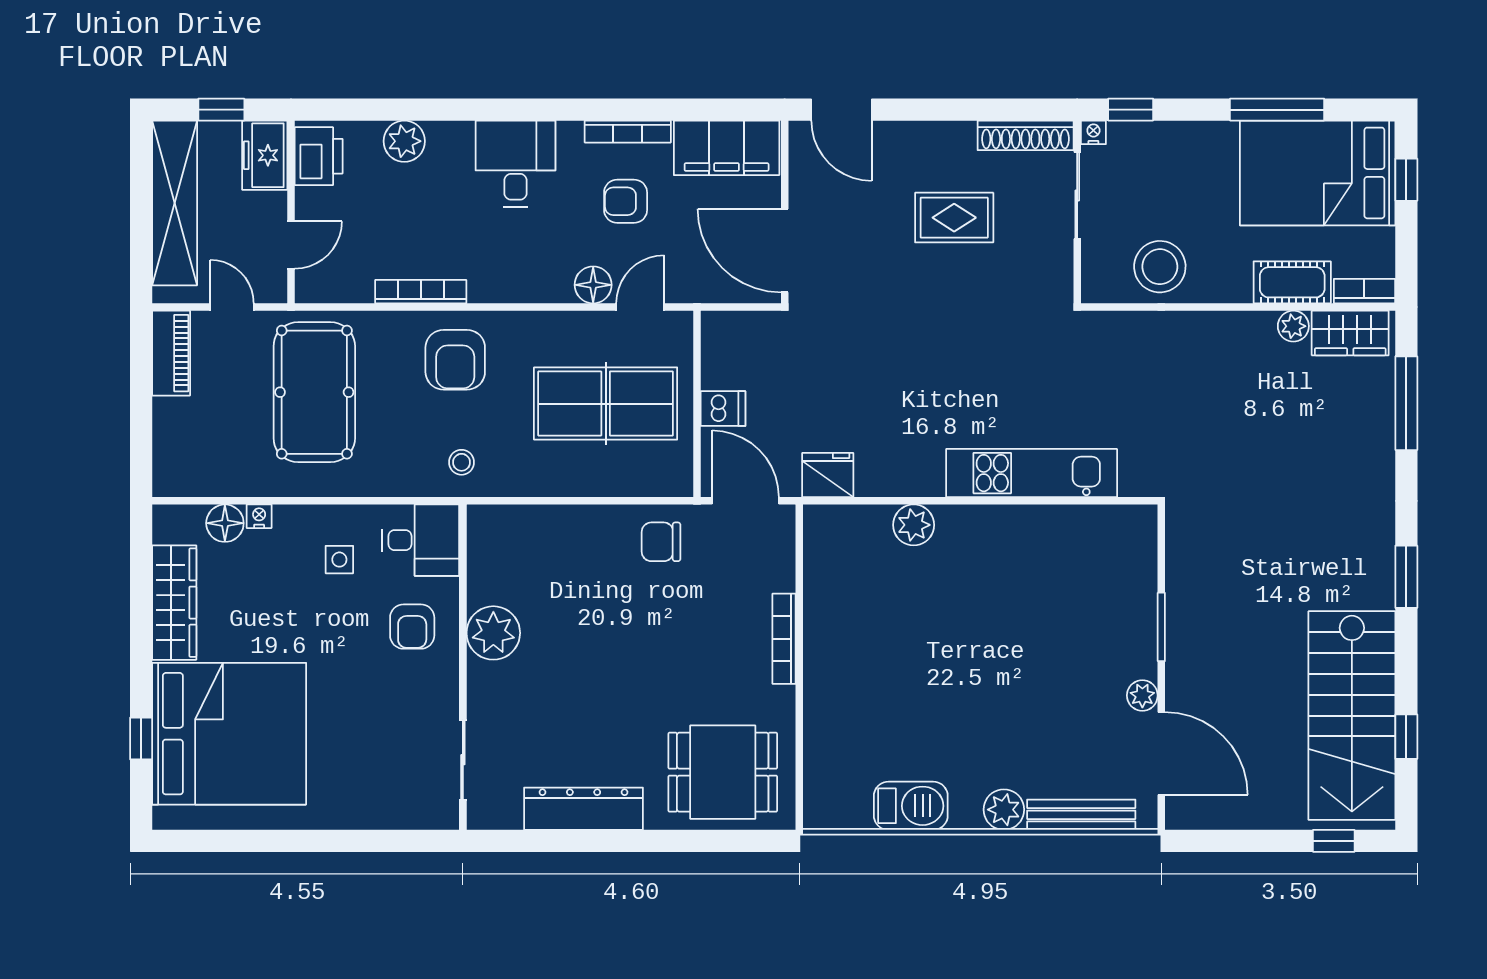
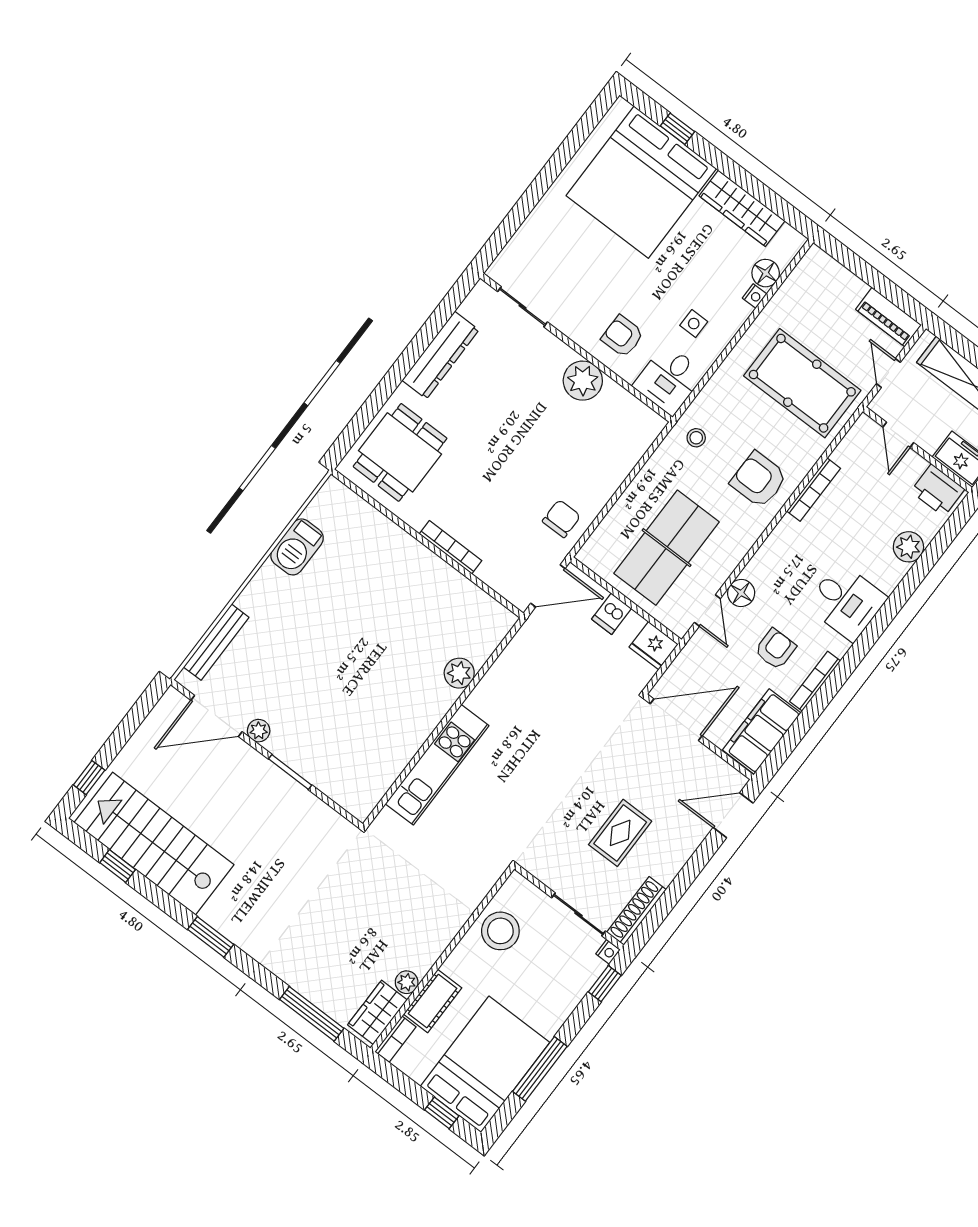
door: (232, 307) -> (888, 373), swing flipped
fridge: (828, 475) -> (654, 646), moved, turned 90
plant: (1004, 810) -> (254, 599), removed

